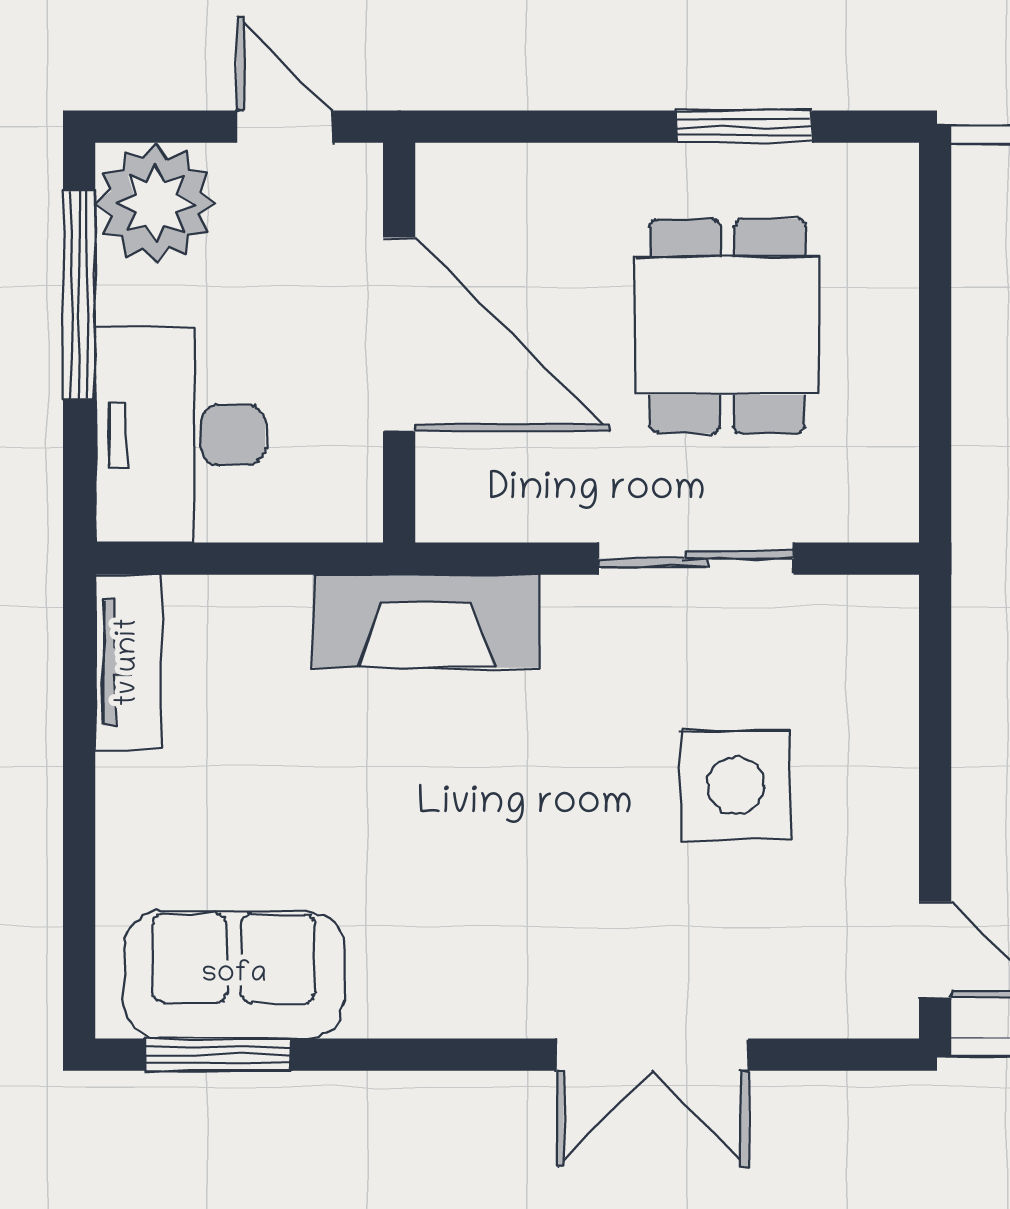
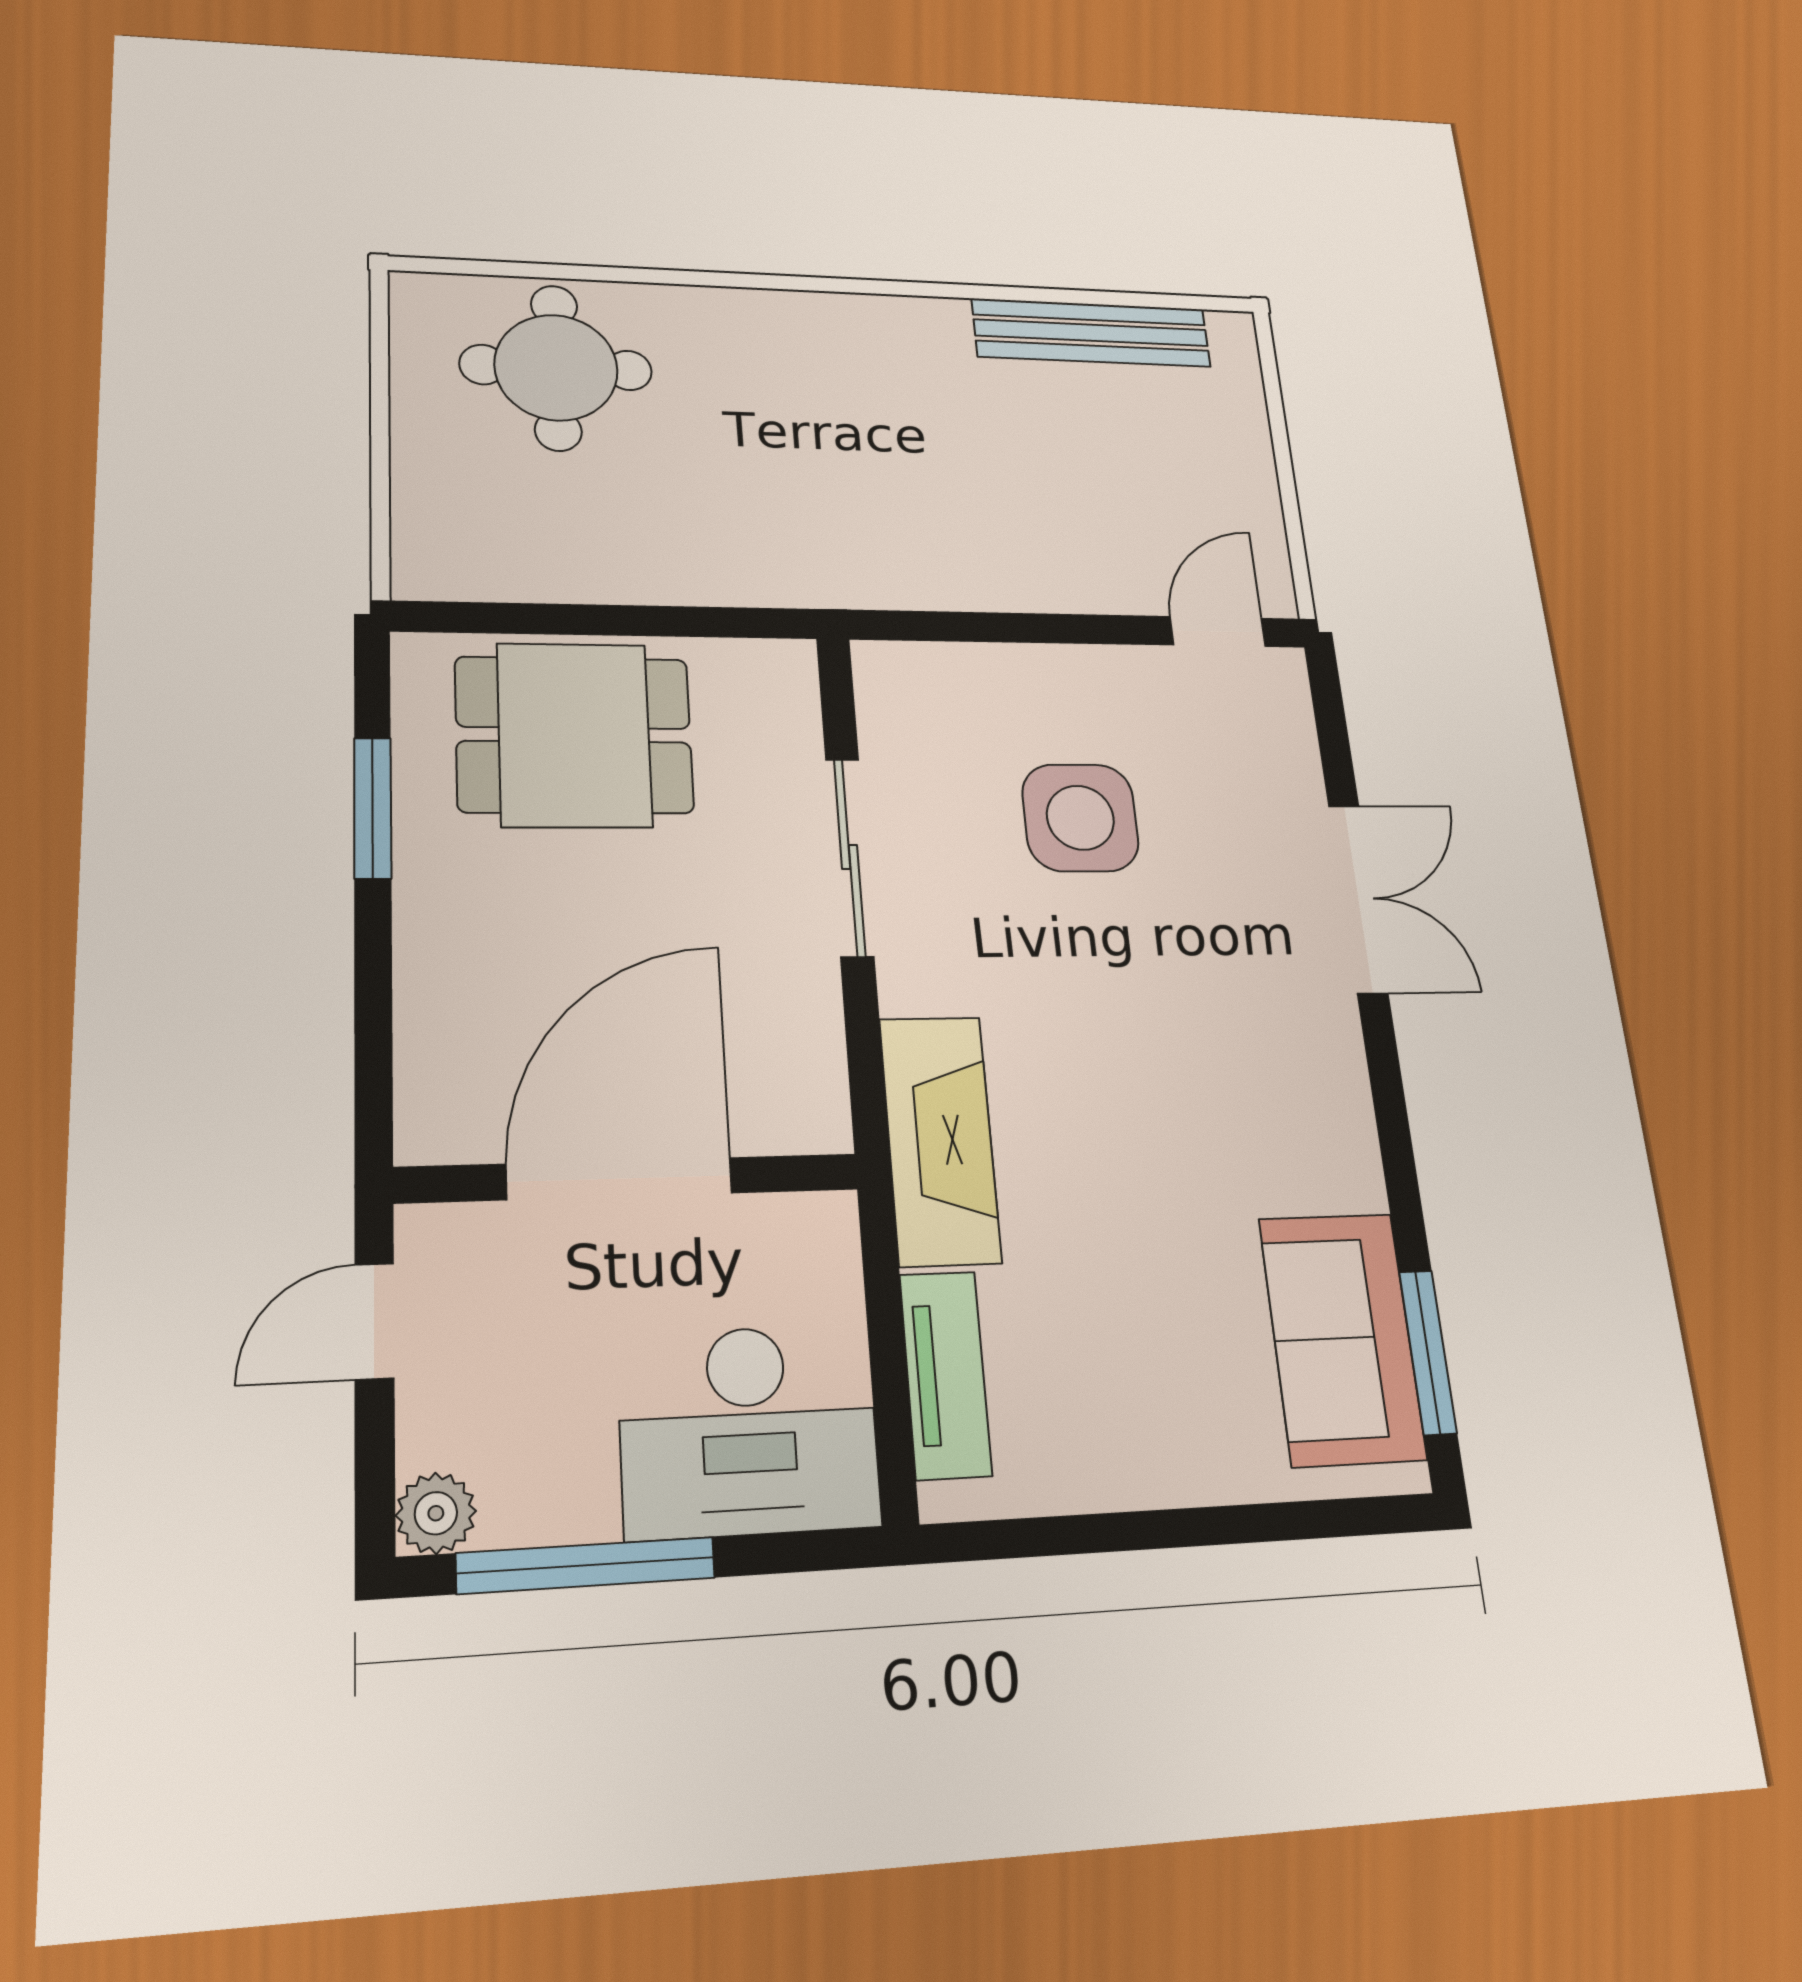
plant: (156, 203) -> (436, 1513), width x0.53, depth x0.53
dining table: (727, 326) -> (574, 735), moved
tv unit: (129, 662) -> (946, 1375), moved, turned 90

